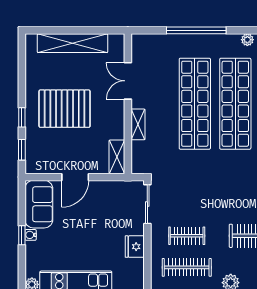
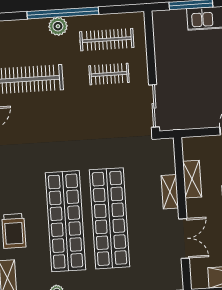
shelving: (117, 157) -> (192, 179), moved
fridge: (135, 247) -> (165, 59), removed

